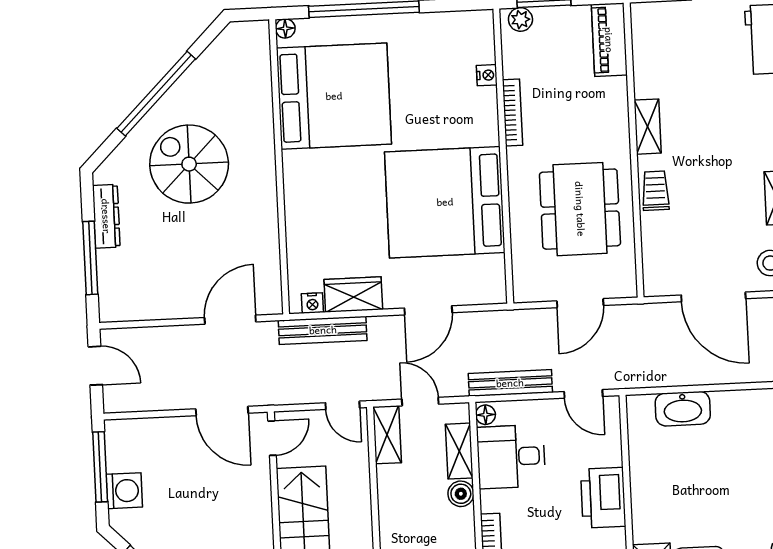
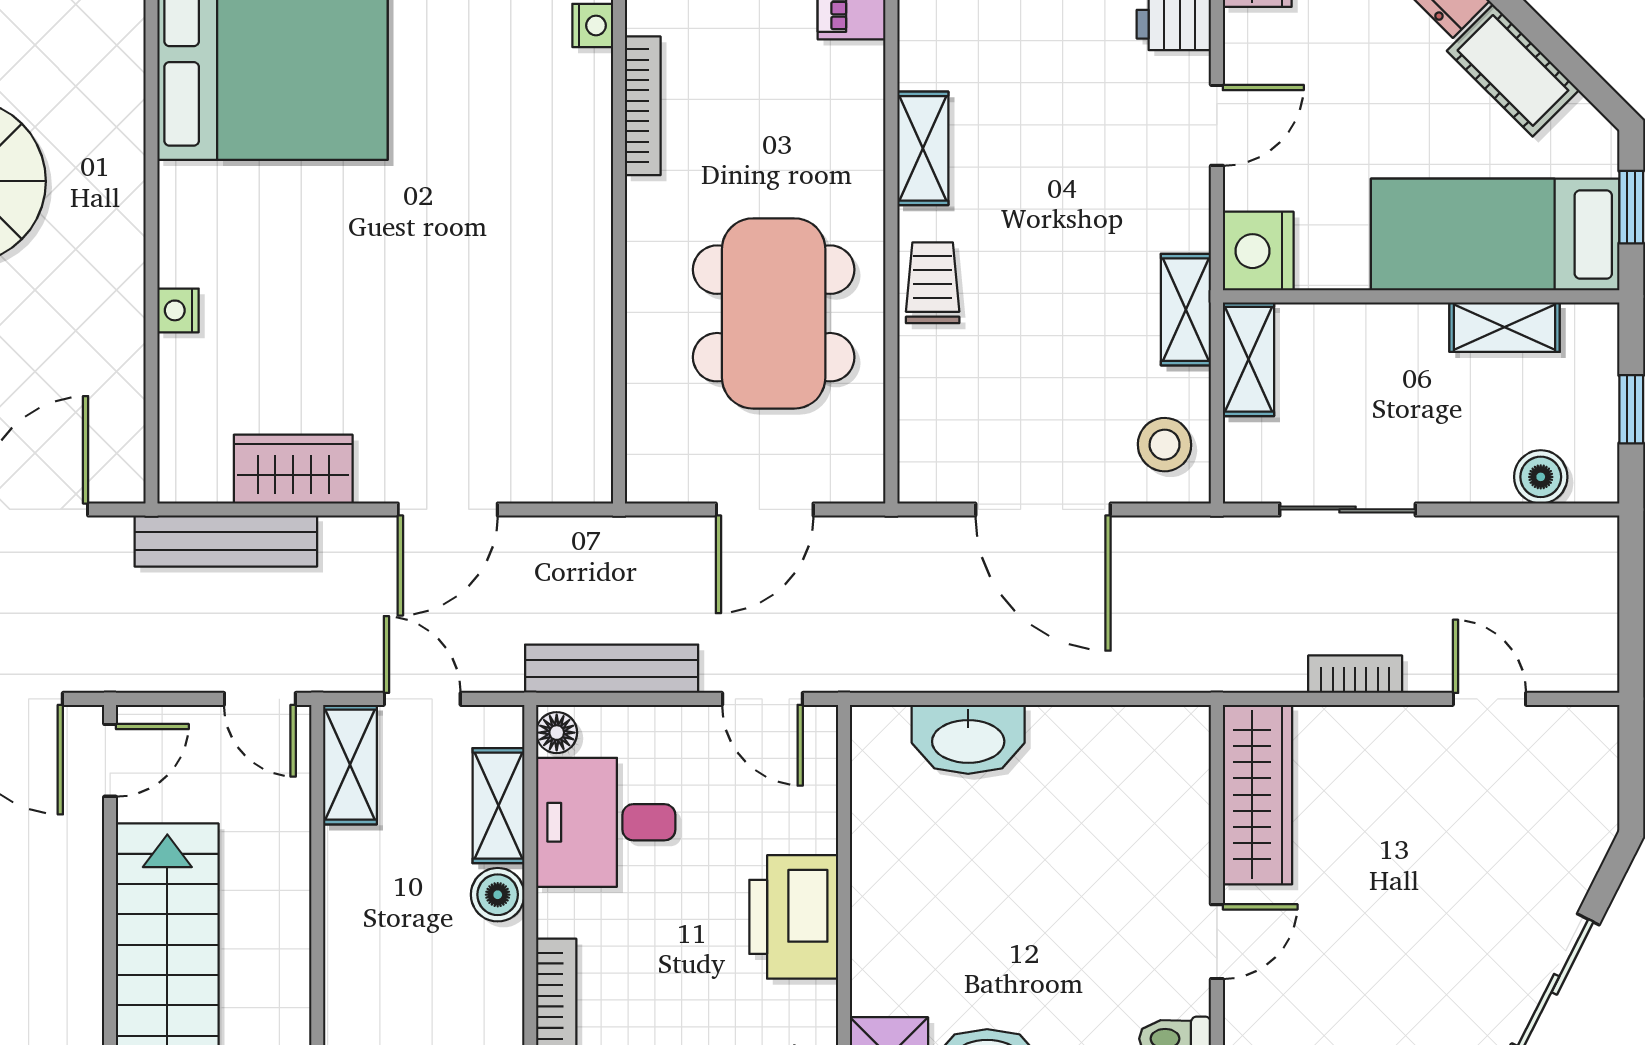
bed: (445, 202) -> (493, 286), removed
nightstand: (312, 303) -> (178, 310), moved, turned 90

